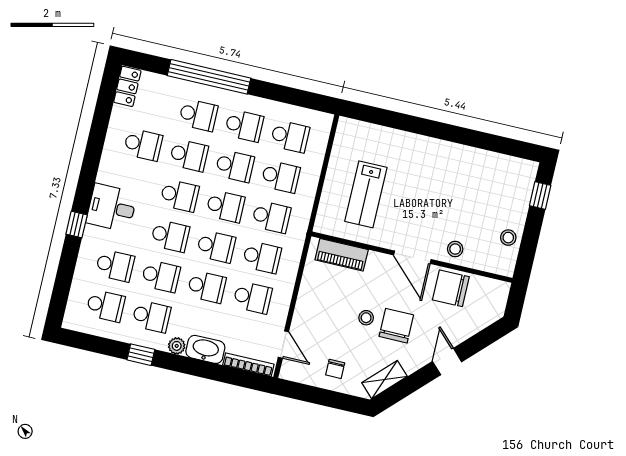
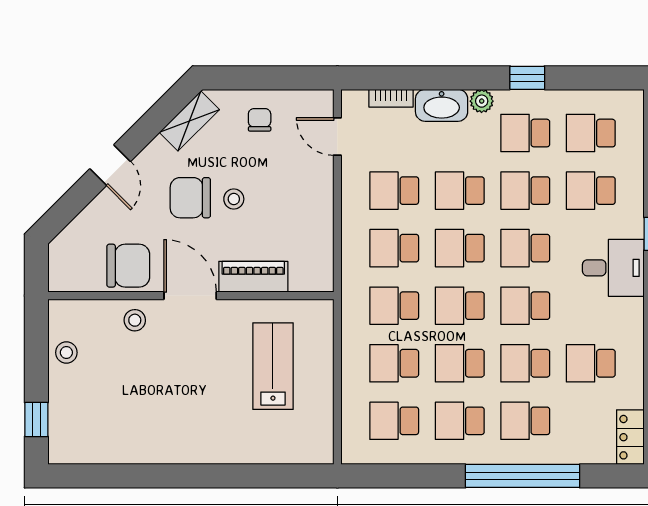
piano: (342, 255) -> (253, 277), moved
chair: (396, 326) -> (190, 198), turned 90
bookcase: (248, 365) -> (391, 98), width x0.64

